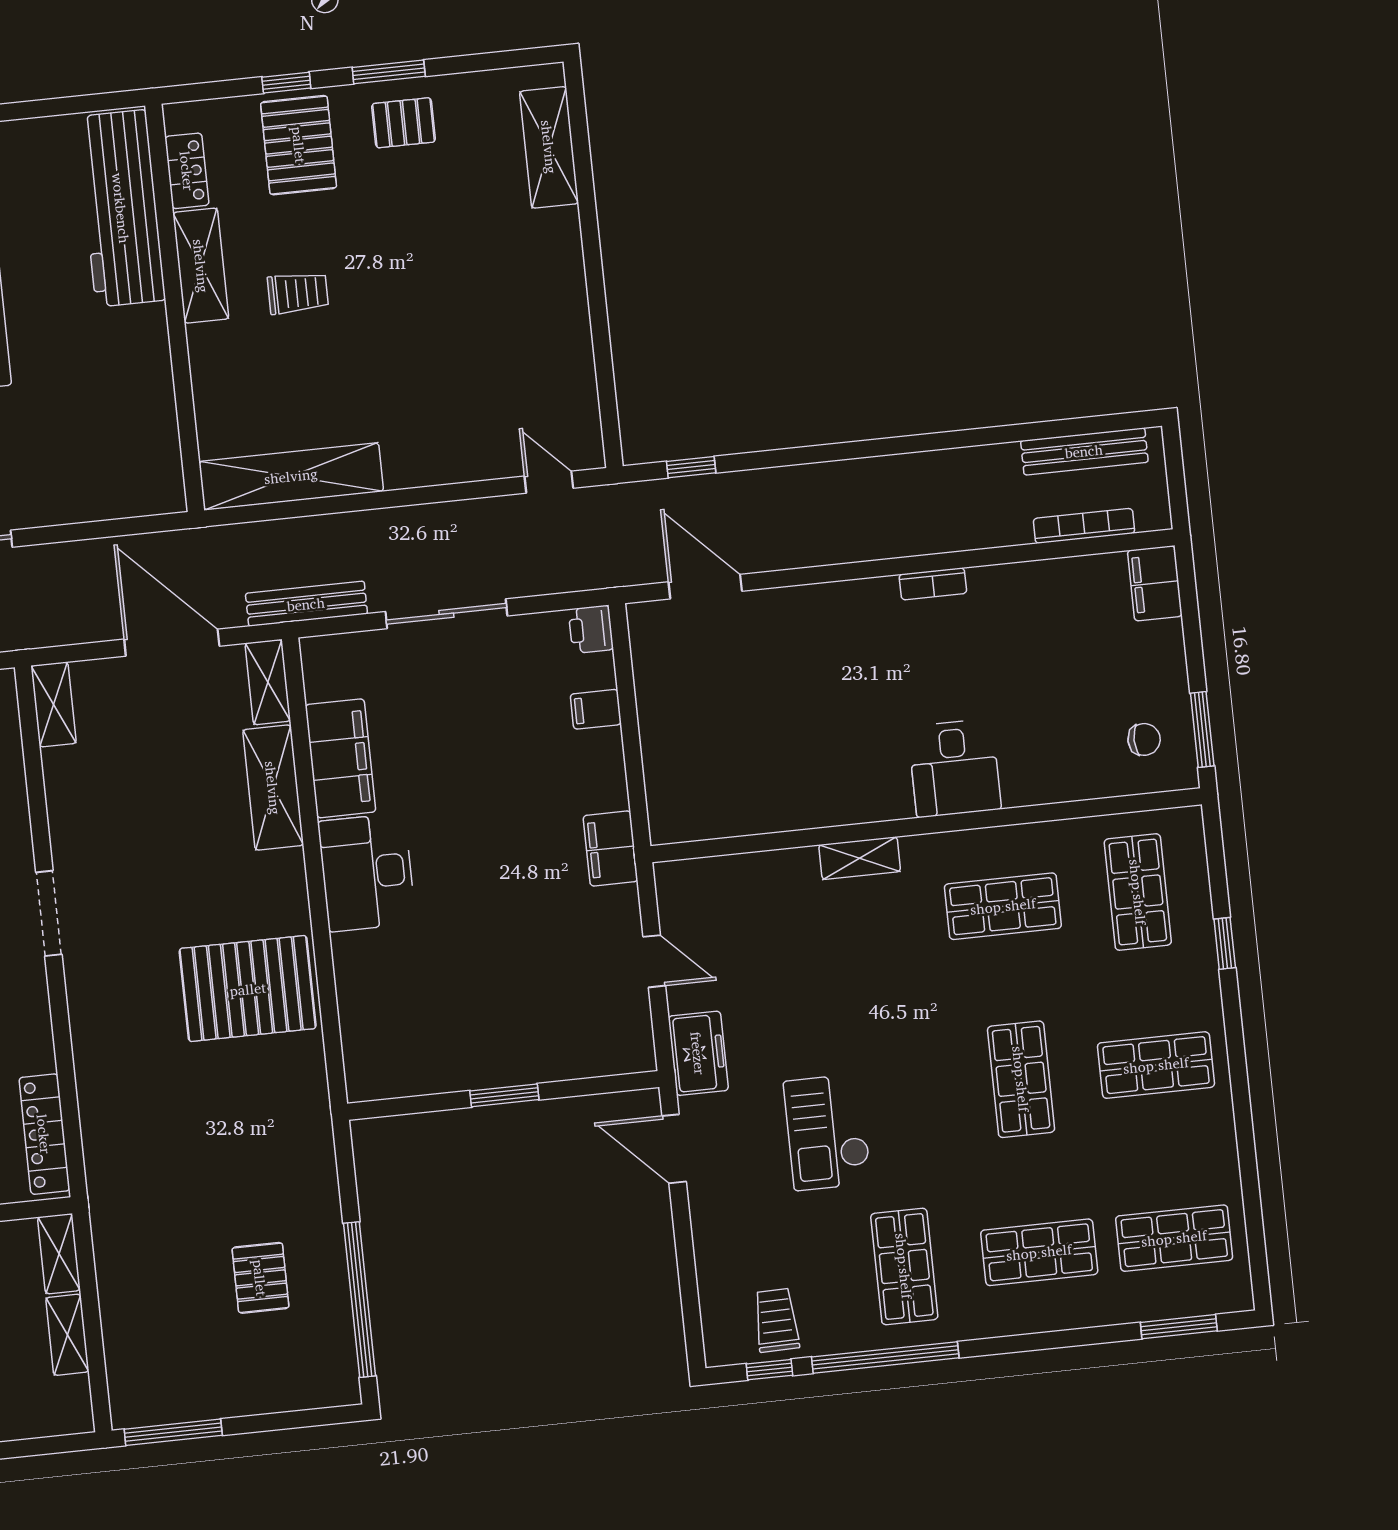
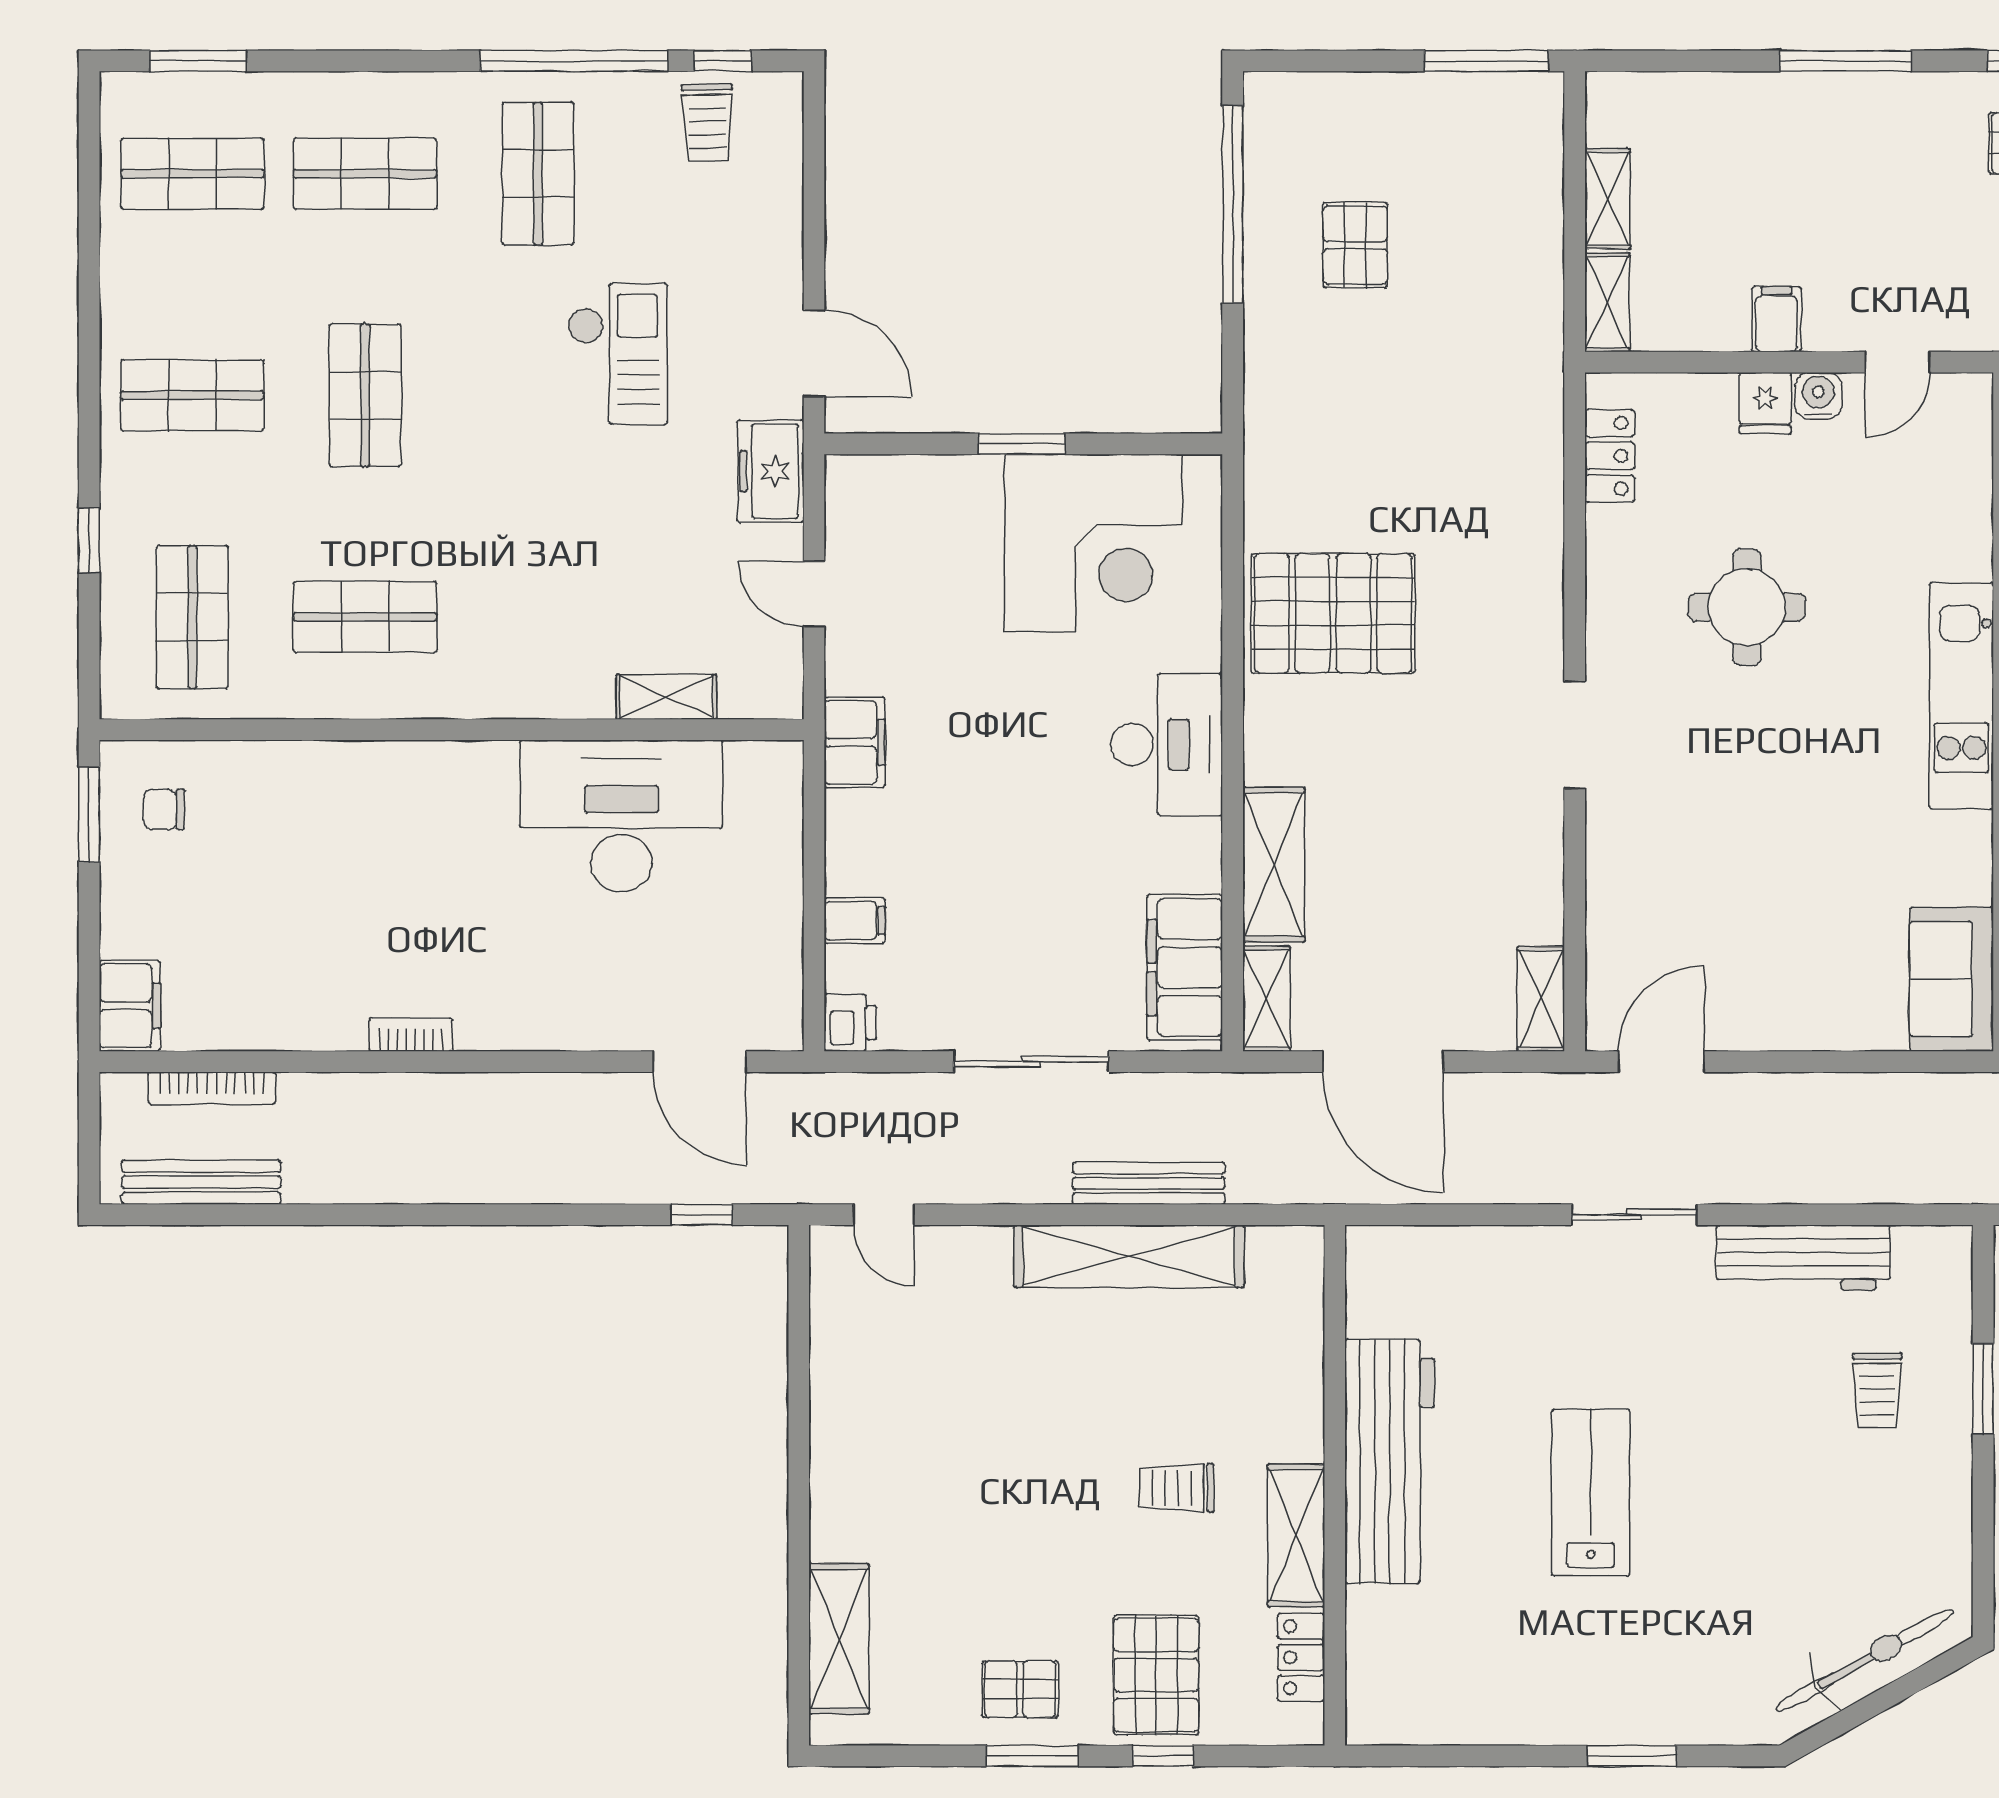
workbench: (121, 208) -> (1390, 1461), moved
shelving: (291, 476) -> (1129, 1256), moved
bench: (306, 604) -> (1149, 1183), moved
filing cabinet: (340, 758) -> (1185, 967), moved
desk: (954, 768) -> (621, 816), moved, width x1.87, depth x1.30
shelving: (860, 858) -> (666, 697), moved
corner desk: (440, 1024) -> (1094, 543), added
locker: (44, 1134) -> (1610, 456), width x0.66

